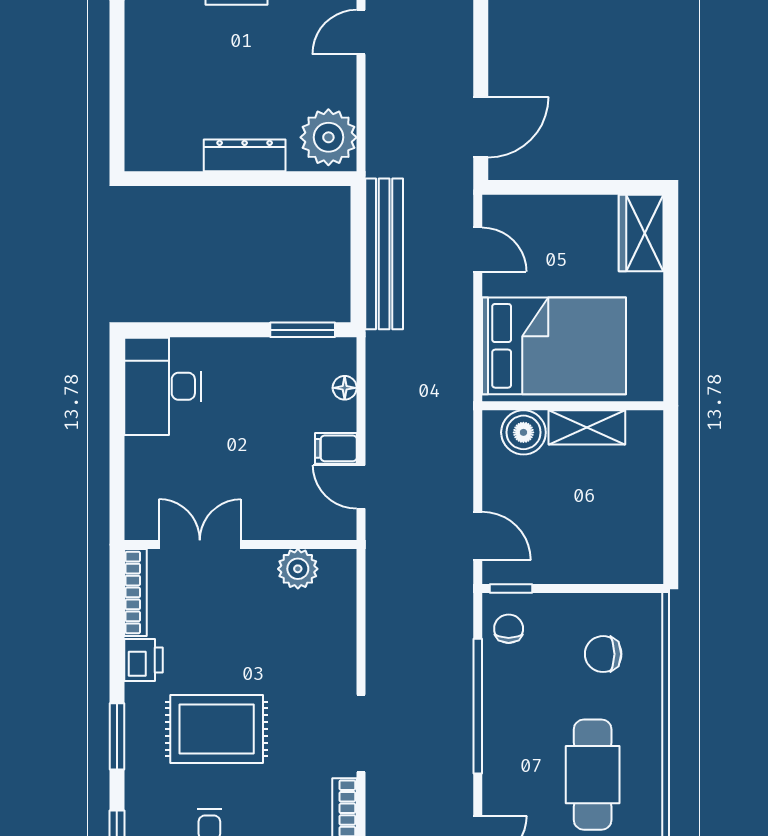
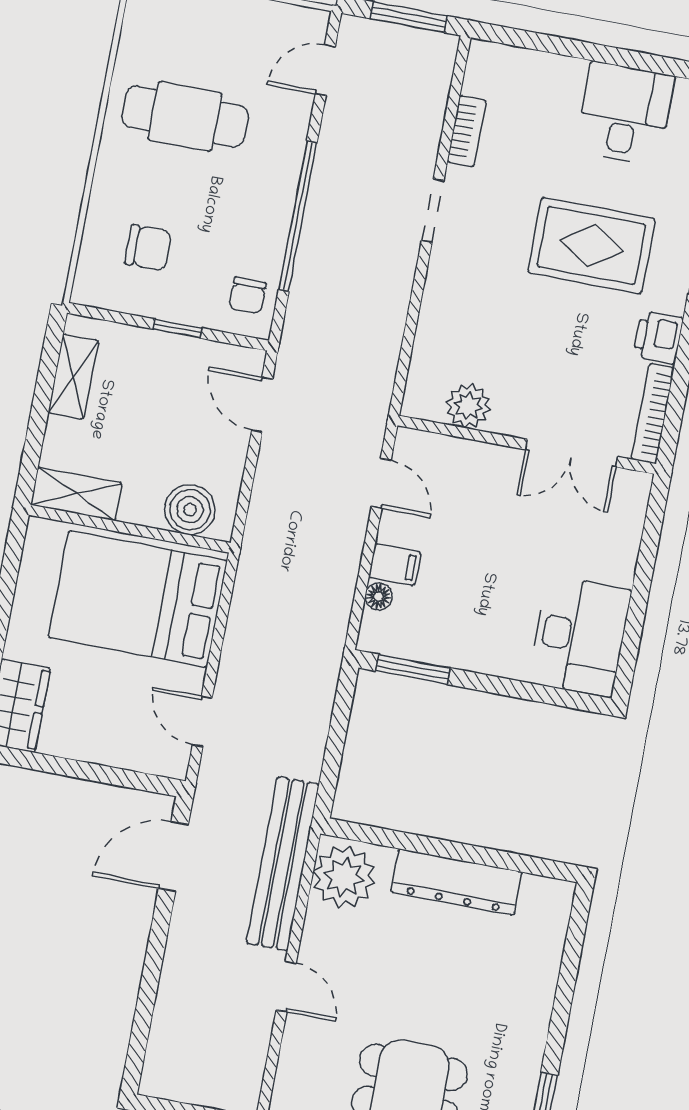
door: (361, 32) -> (286, 987), hinge flipped
dresser: (245, 155) -> (456, 882), width x1.37, depth x1.24
bench: (384, 254) -> (283, 864), moved
shelving: (587, 427) -> (76, 494), moved
filing cabinet: (336, 448) -> (395, 565), moved
shelving: (647, 529) -> (73, 376), added
window: (511, 588) -> (178, 329), moved
doorway: (361, 733) -> (433, 211), width x0.73
cafe table: (593, 775) -> (185, 116), turned 90

